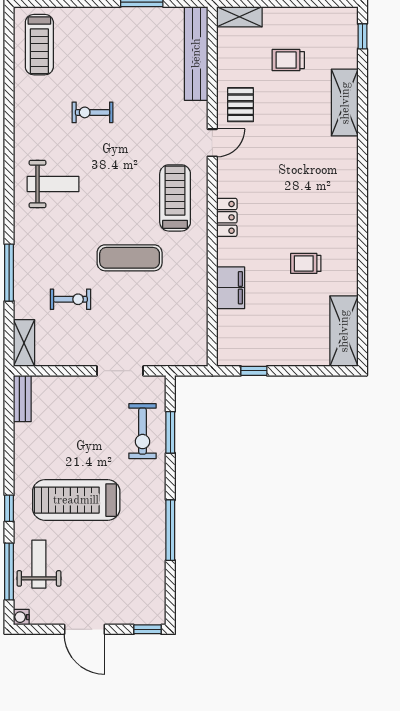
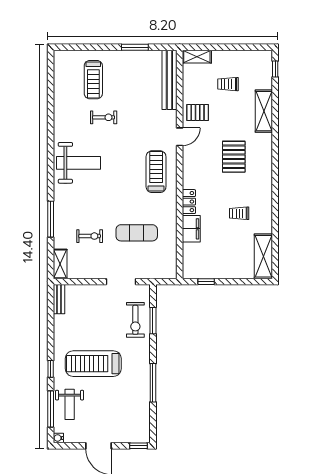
treadmill: (39, 45) -> (93, 80), moved
pallet: (241, 105) -> (198, 112), turned 90
exercise bike: (92, 112) -> (104, 117), turned 180
pallet: (297, 174) -> (234, 157), added
weight bench: (53, 184) -> (78, 163), width x1.36, depth x1.33
locker: (227, 217) -> (189, 202), moved
exercise mat: (130, 258) -> (137, 233), moved
weight bench: (39, 564) -> (70, 404), turned 180

